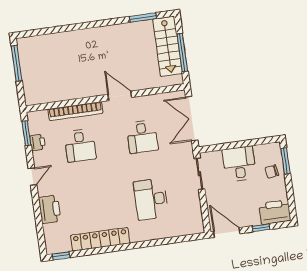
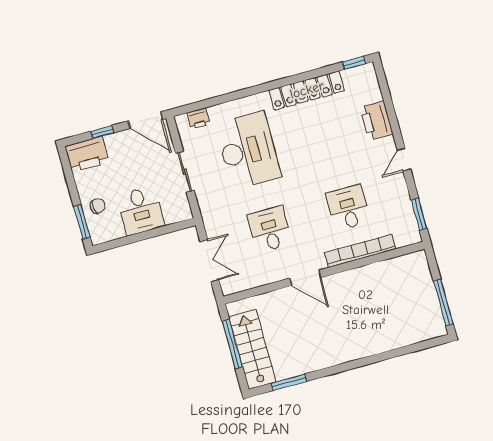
double door: (192, 119) -> (209, 261), width x0.73
printer: (38, 142) -> (198, 119), moved, turned -90
sliding door: (199, 174) -> (185, 172), moved
desk: (151, 199) -> (248, 150), width x1.36, depth x1.30

